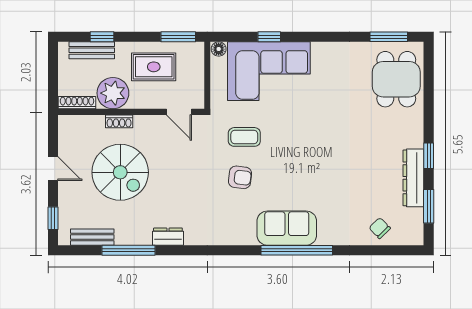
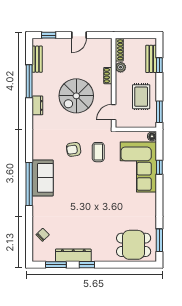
plant: (113, 93) -> (121, 67), width x0.53, depth x0.53
spiral stairs: (120, 172) -> (76, 96), moved
armchair: (240, 177) -> (74, 149), turned 74

